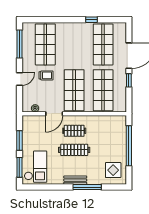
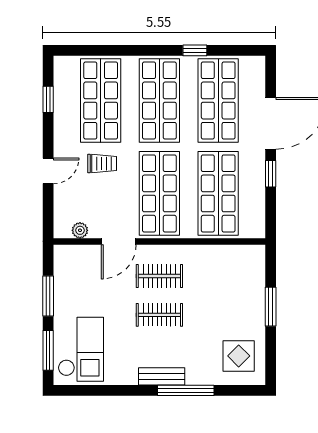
window: (19, 44) -> (48, 99), width x0.46
shop shelf: (74, 44) -> (159, 100), added
window: (129, 146) -> (271, 307), width x0.47
clothes rail: (74, 150) -> (159, 315), width x0.73

